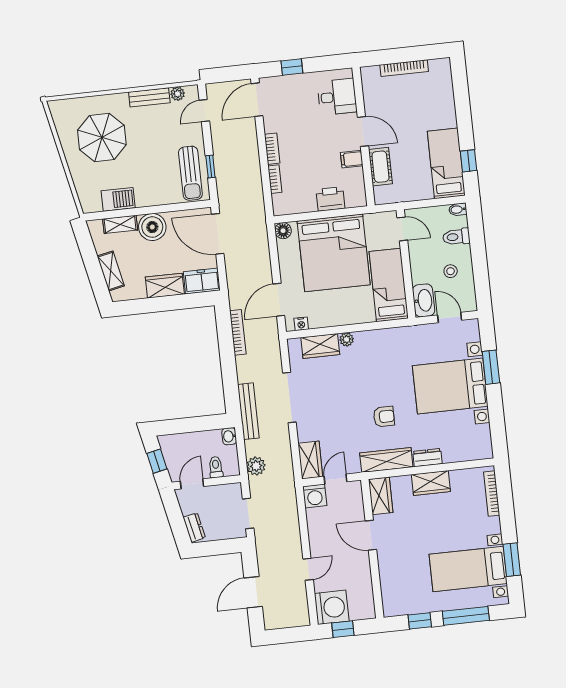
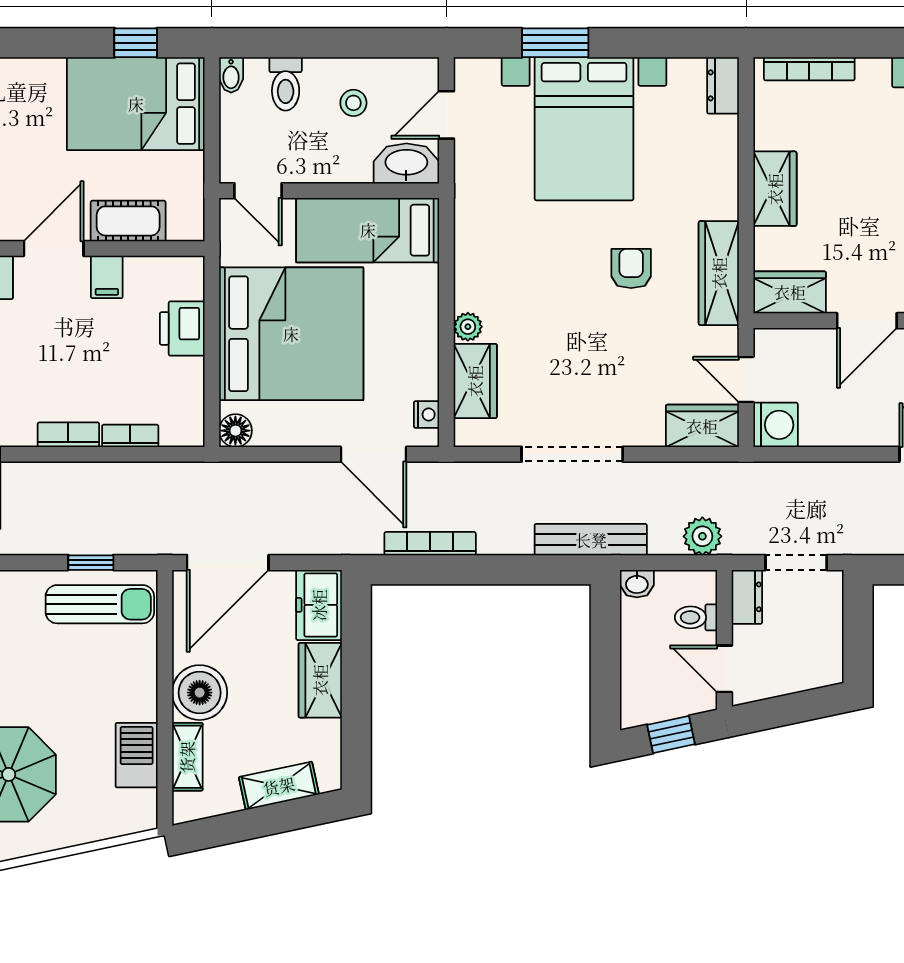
bed: (446, 163) -> (136, 104), width x1.50
door: (402, 229) -> (258, 191), swing flipped
dresser: (427, 458) -> (723, 85), moved
dresser: (194, 528) -> (747, 597), moved, turned 102

